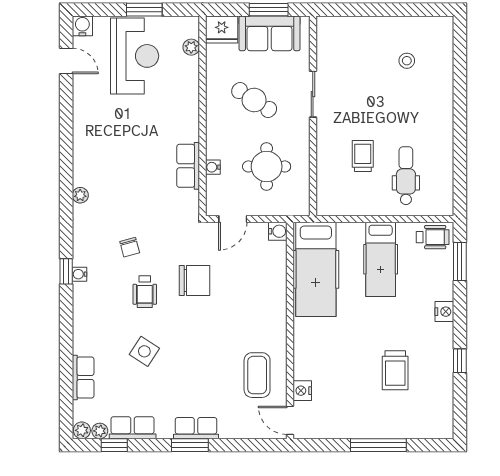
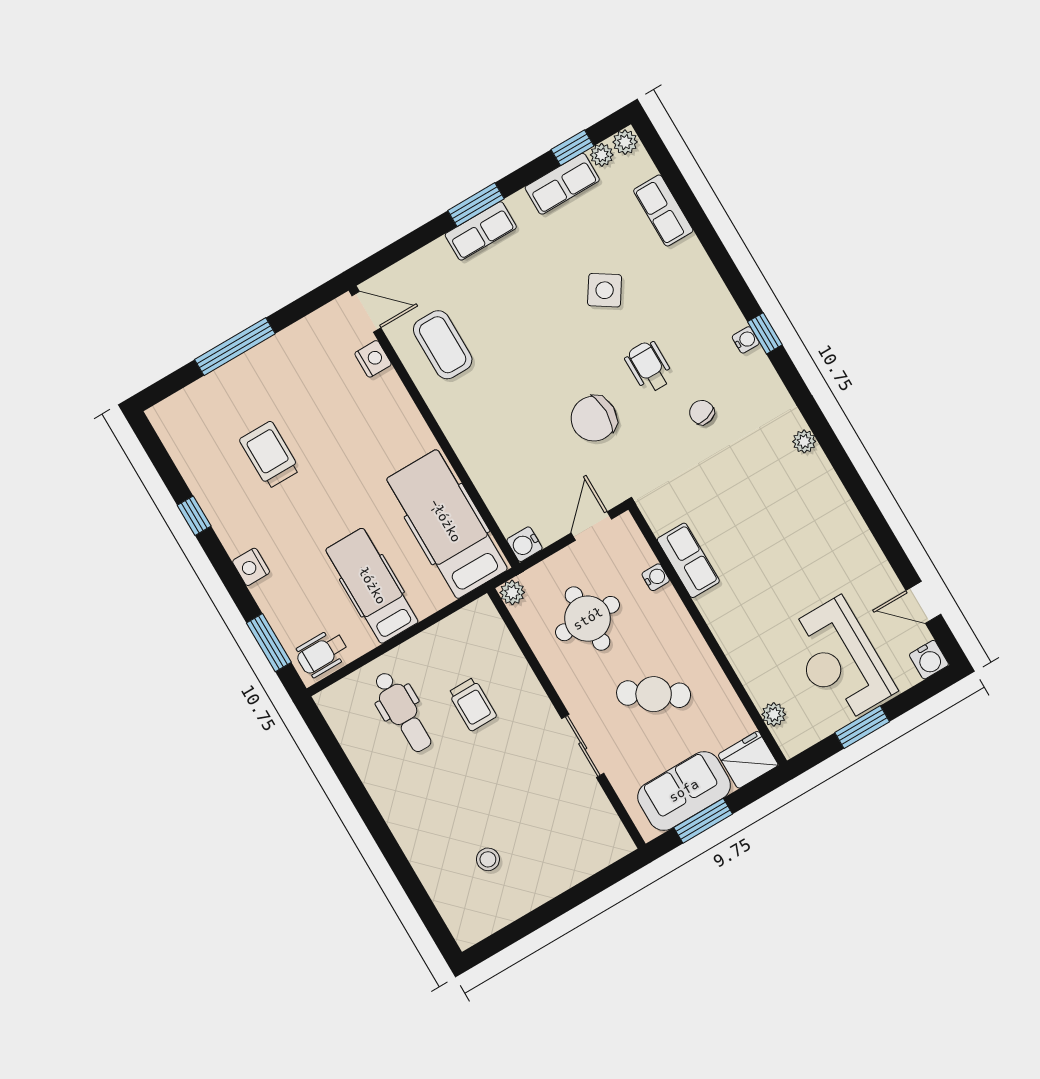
plant: (301, 207) -> (512, 592), added

